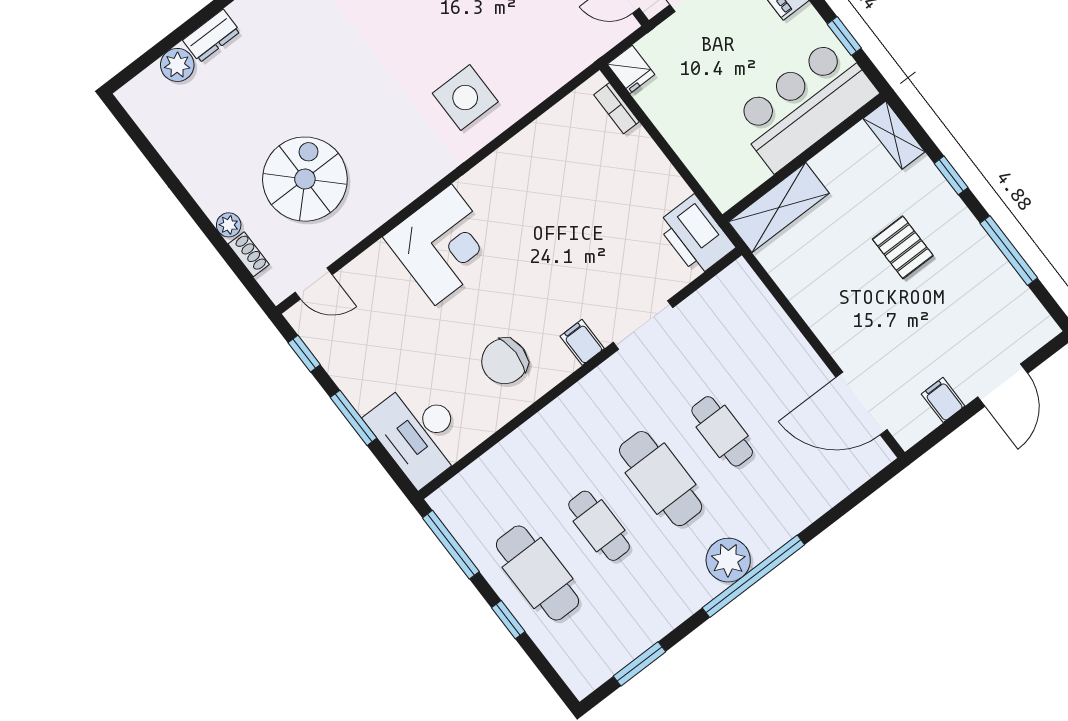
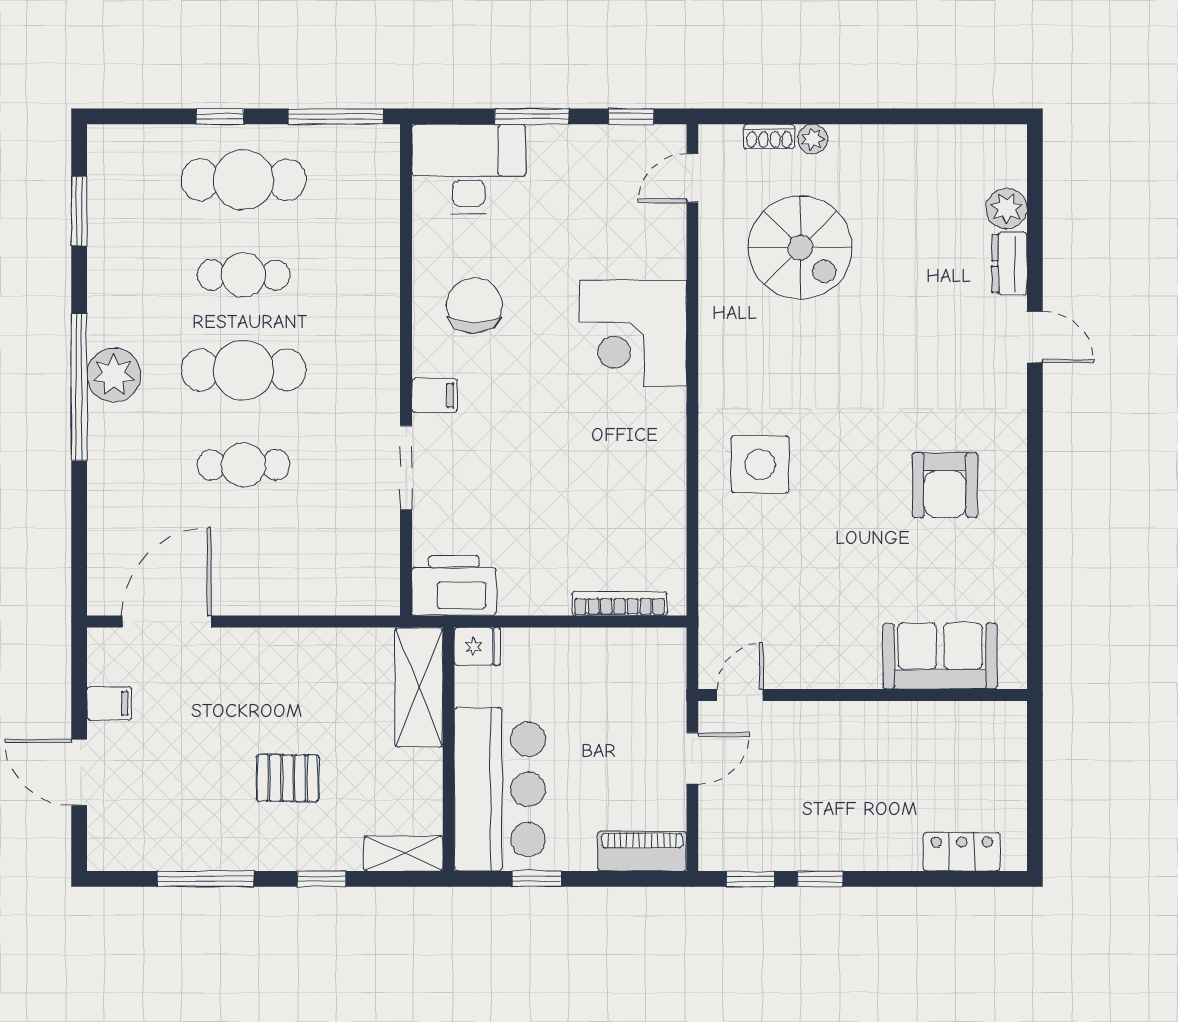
fridge: (631, 69) -> (477, 646), moved, turned 180
bookcase: (617, 108) -> (620, 603), width x1.56

